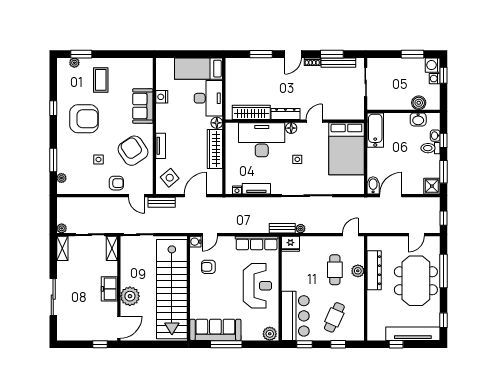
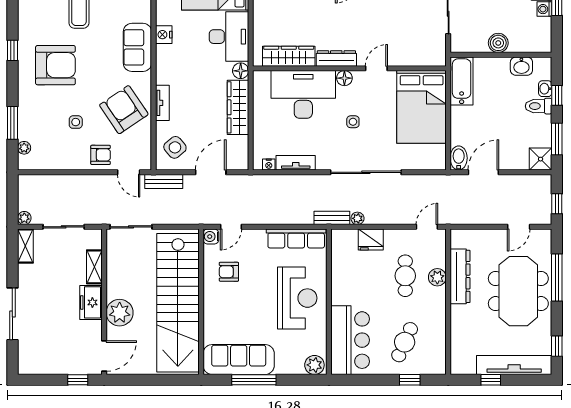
boiler: (419, 103) -> (498, 43), moved
fridge: (290, 244) -> (371, 239), moved
shelving: (112, 248) -> (94, 267), moved
window: (305, 344) -> (363, 380), removed

